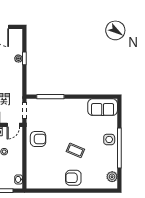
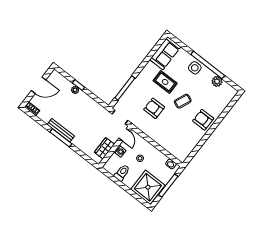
rug: (80, 125) -> (165, 82), added
armchair: (38, 139) -> (154, 108), moved, turned -90
plant: (112, 177) -> (217, 81), moved
armchair: (73, 178) -> (203, 120), turned 90

